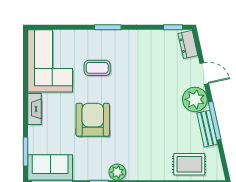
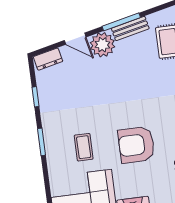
window: (173, 27) -> (35, 97), moved
door: (204, 74) -> (75, 39), swing flipped

